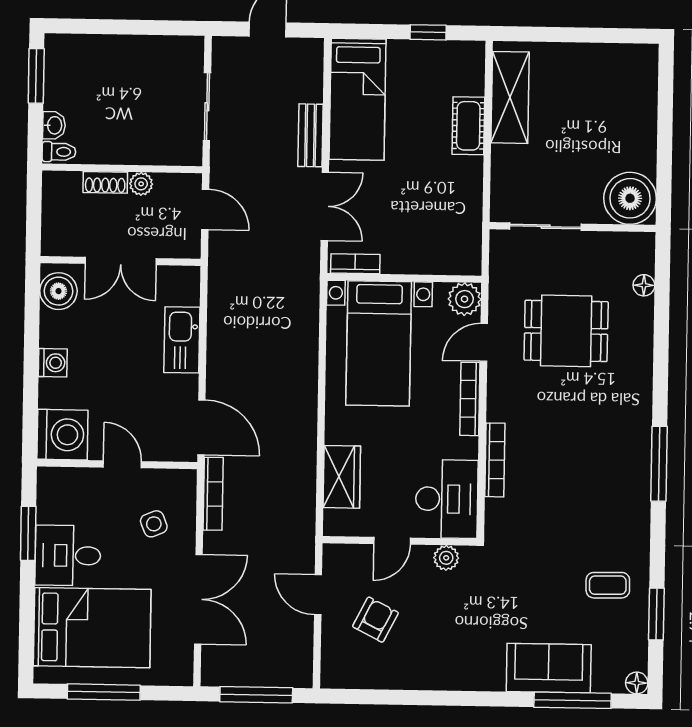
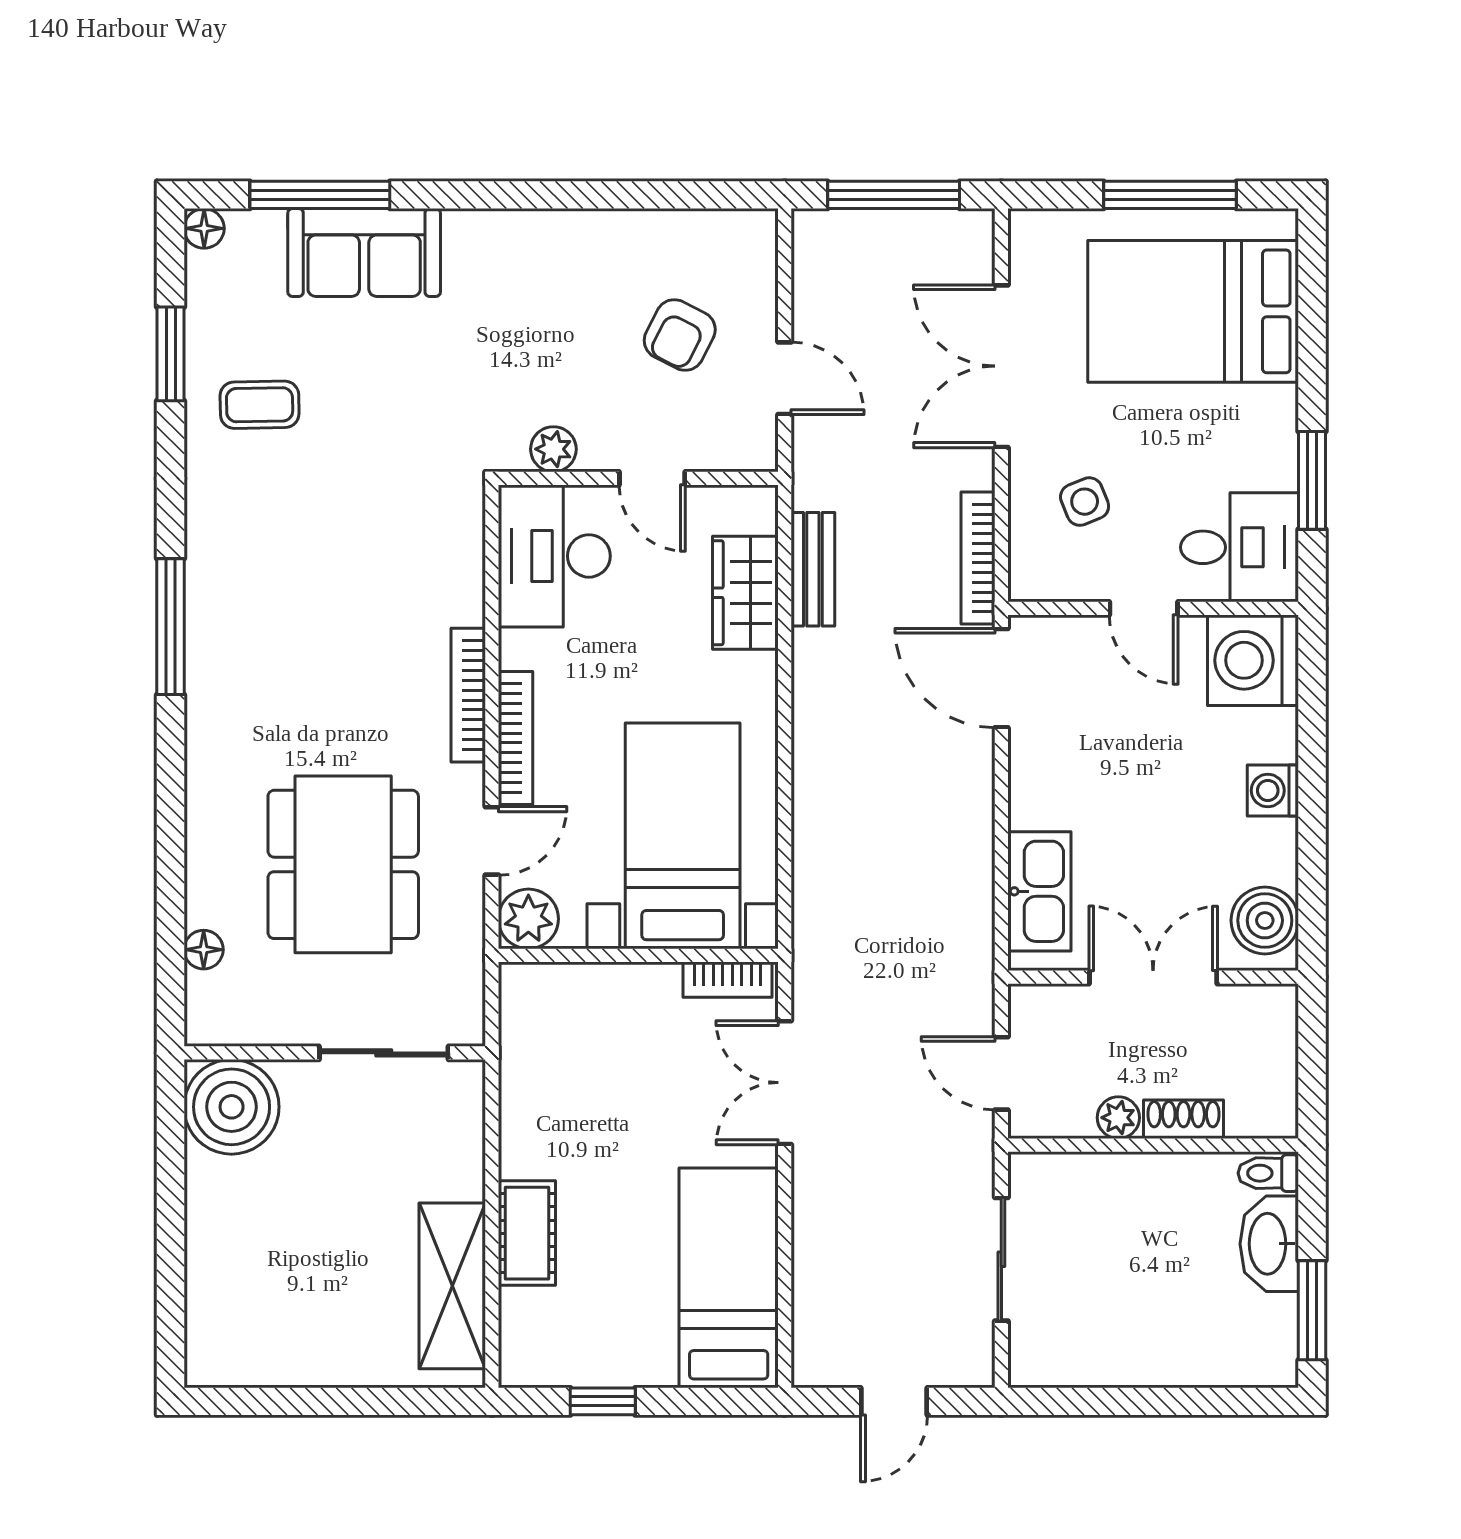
washbasin: (54, 125) -> (1269, 1244), width x1.91, depth x1.45
bench: (310, 135) -> (813, 569), moved
dining table: (566, 331) -> (343, 864), width x1.38
kitchen sink: (182, 340) -> (1039, 891), moved
bookcase: (495, 460) -> (468, 695), moved
door: (392, 541) -> (652, 478), swing flipped
desk: (68, 556) -> (1240, 547), moved

